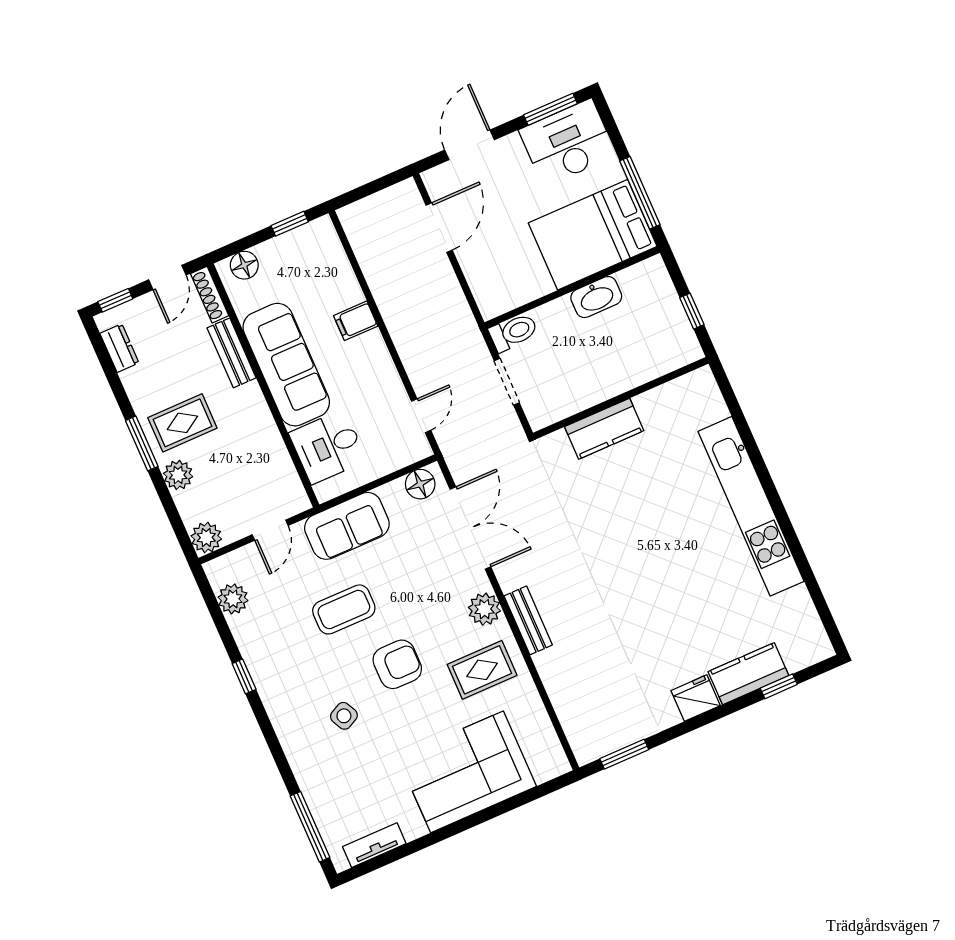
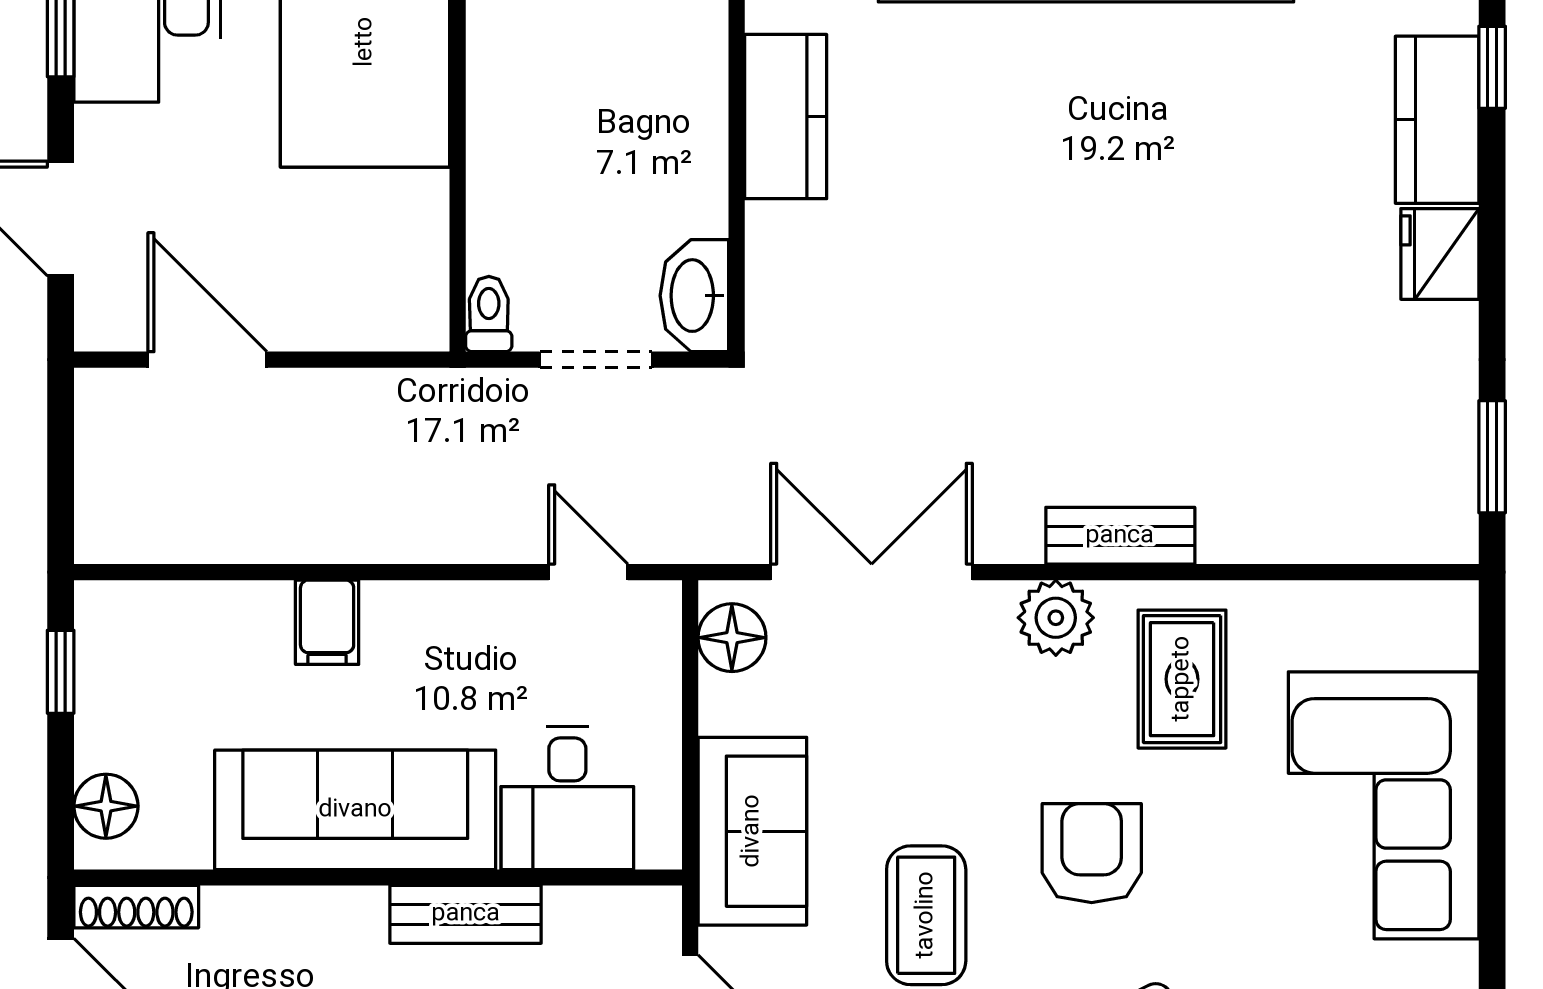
washbasin: (596, 297) -> (694, 296), moved, turned 180
toilet: (513, 332) -> (489, 314), width x0.73, depth x0.72
bench: (232, 353) -> (466, 914), moved
kitchen counter: (604, 429) -> (786, 117), moved

